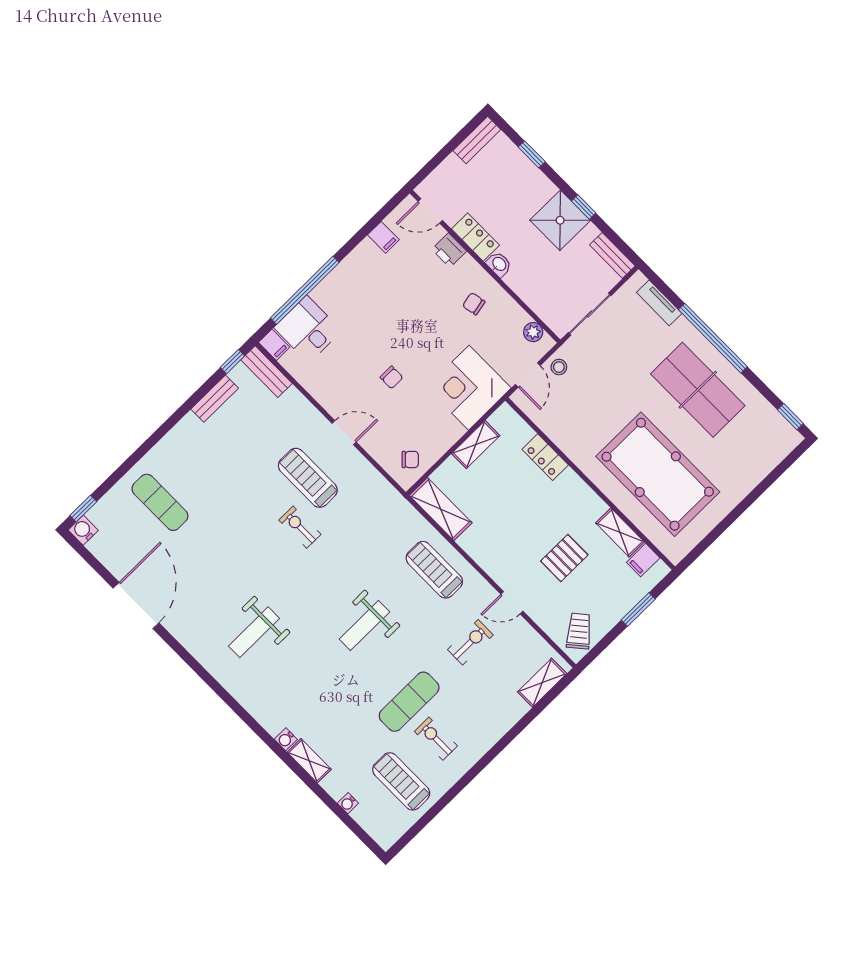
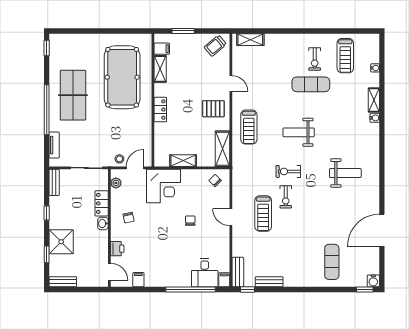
shower: (560, 220) -> (61, 242), moved
locker: (475, 237) -> (102, 203), moved
locker: (545, 457) -> (160, 110), moved
pallet: (564, 558) -> (213, 109), moved
weight bench: (364, 626) -> (299, 132), turned 180
exercise bike: (470, 642) -> (288, 171), moved

